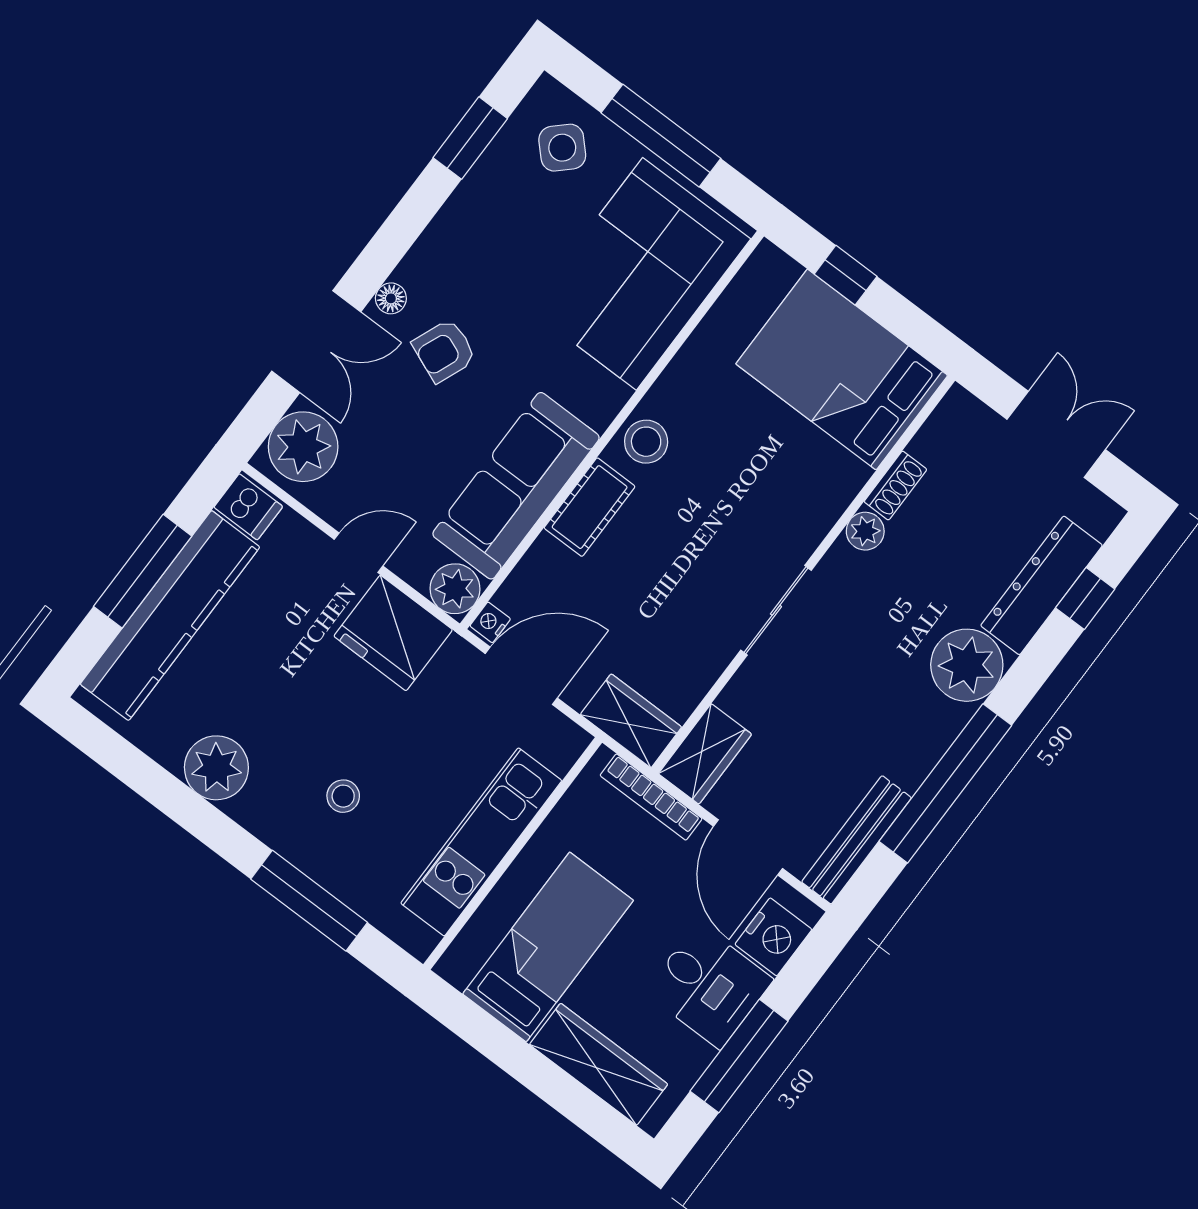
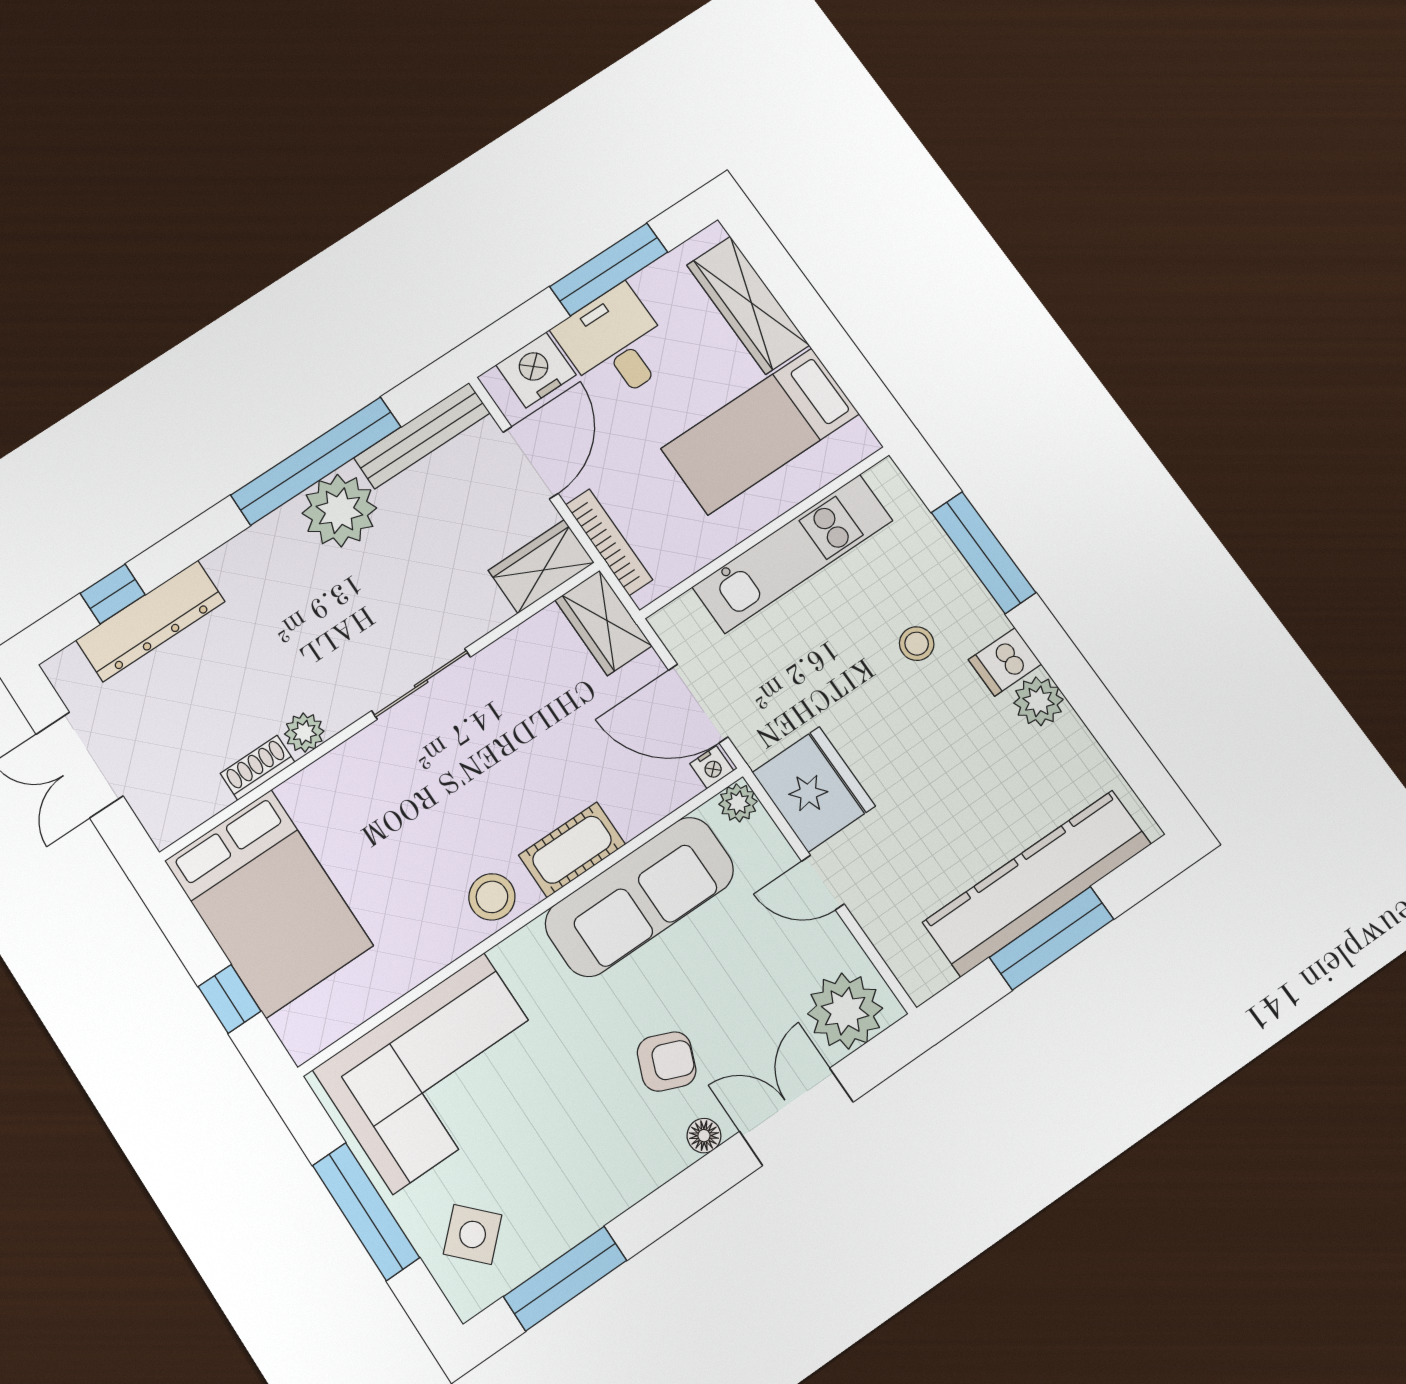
window: (470, 138) -> (565, 1279), width x1.44
dishwasher: (248, 507) -> (1005, 662), moved, turned -90
plant: (455, 589) -> (738, 803), width x0.73, depth x0.73
plant: (967, 665) -> (339, 511), moved
plant: (216, 768) -> (1038, 701), width x0.73, depth x0.73

